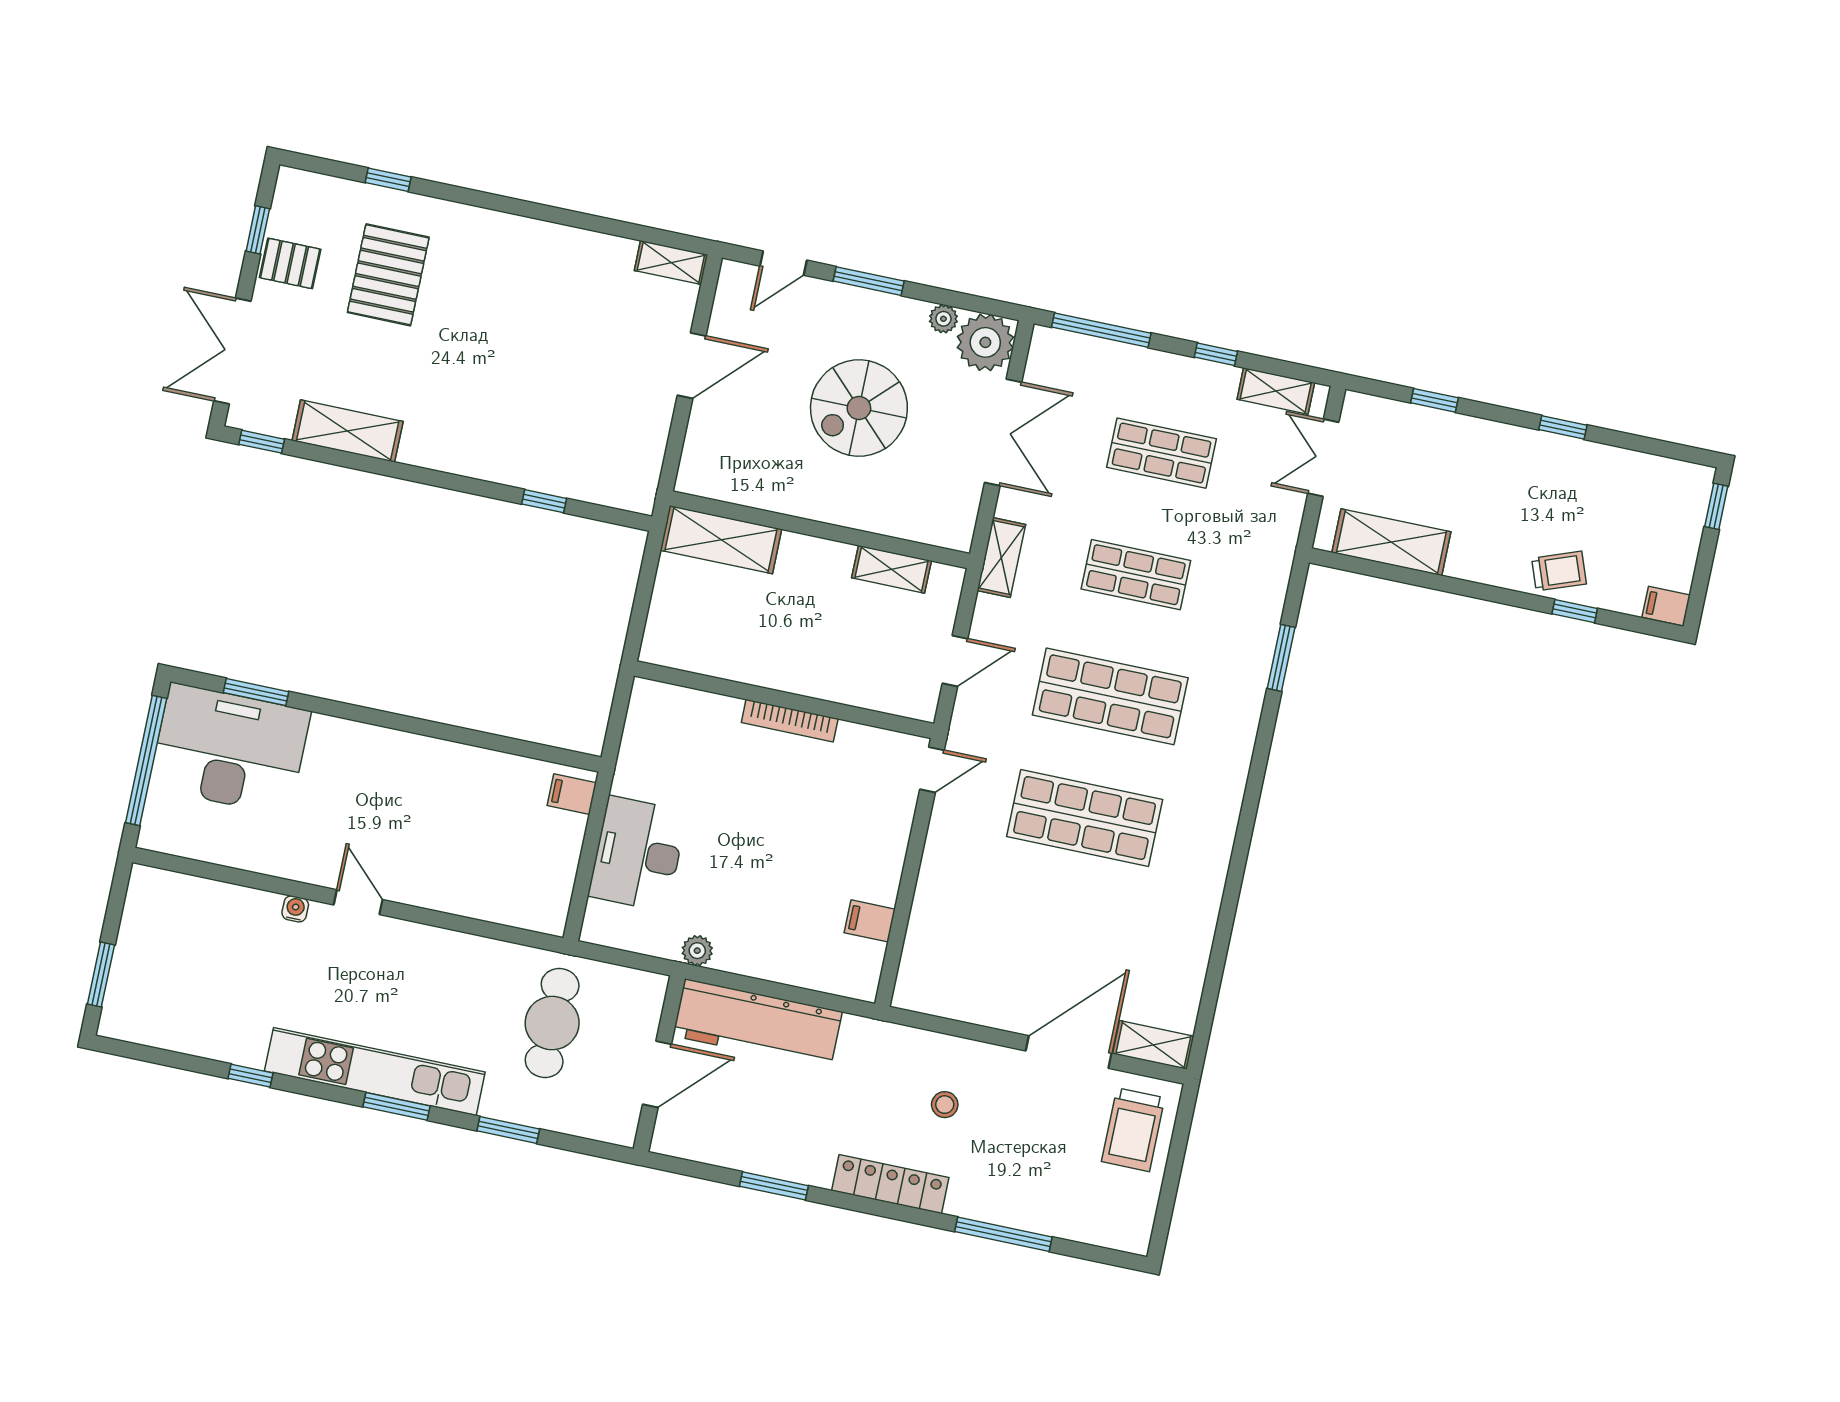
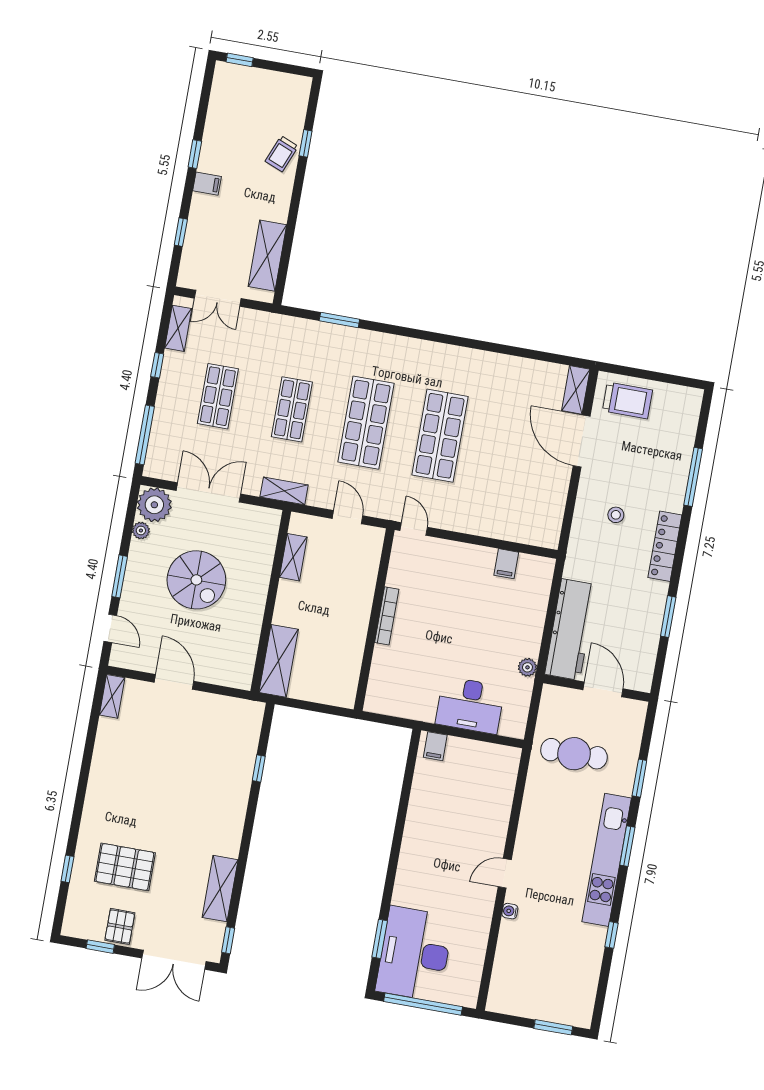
trolley: (1559, 571) -> (282, 154), turned -138
filing cabinet: (1666, 606) -> (207, 184), moved, turned -90

